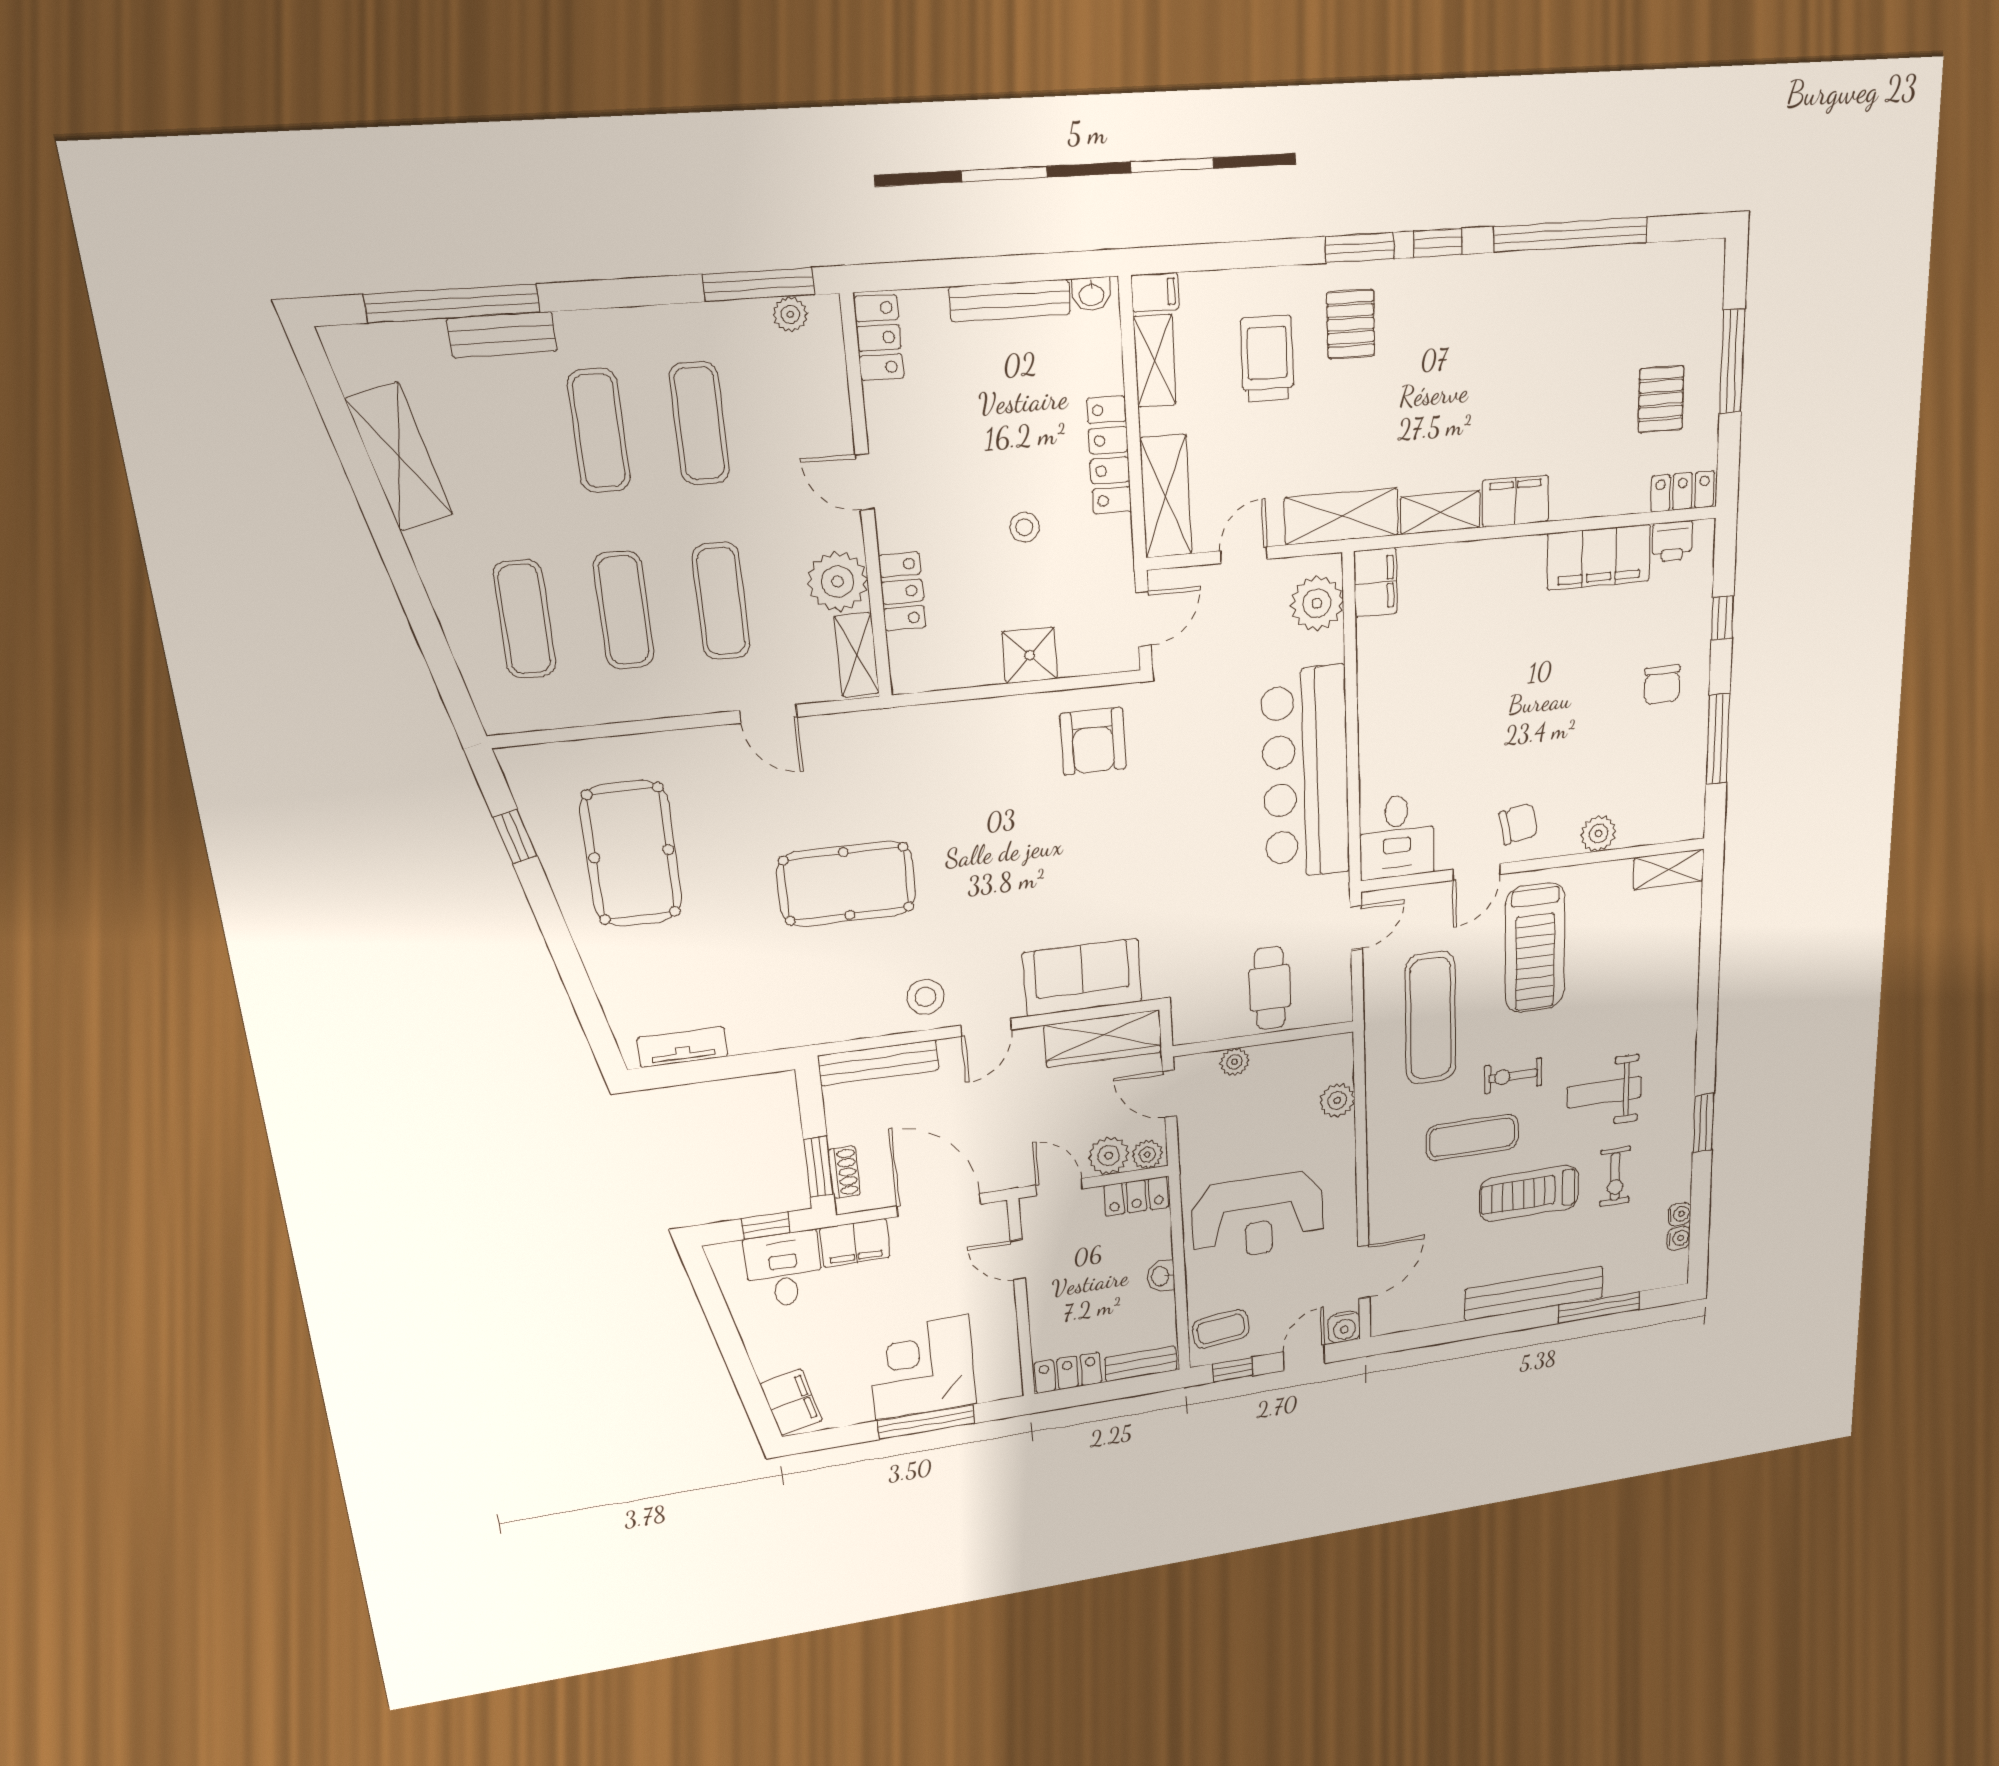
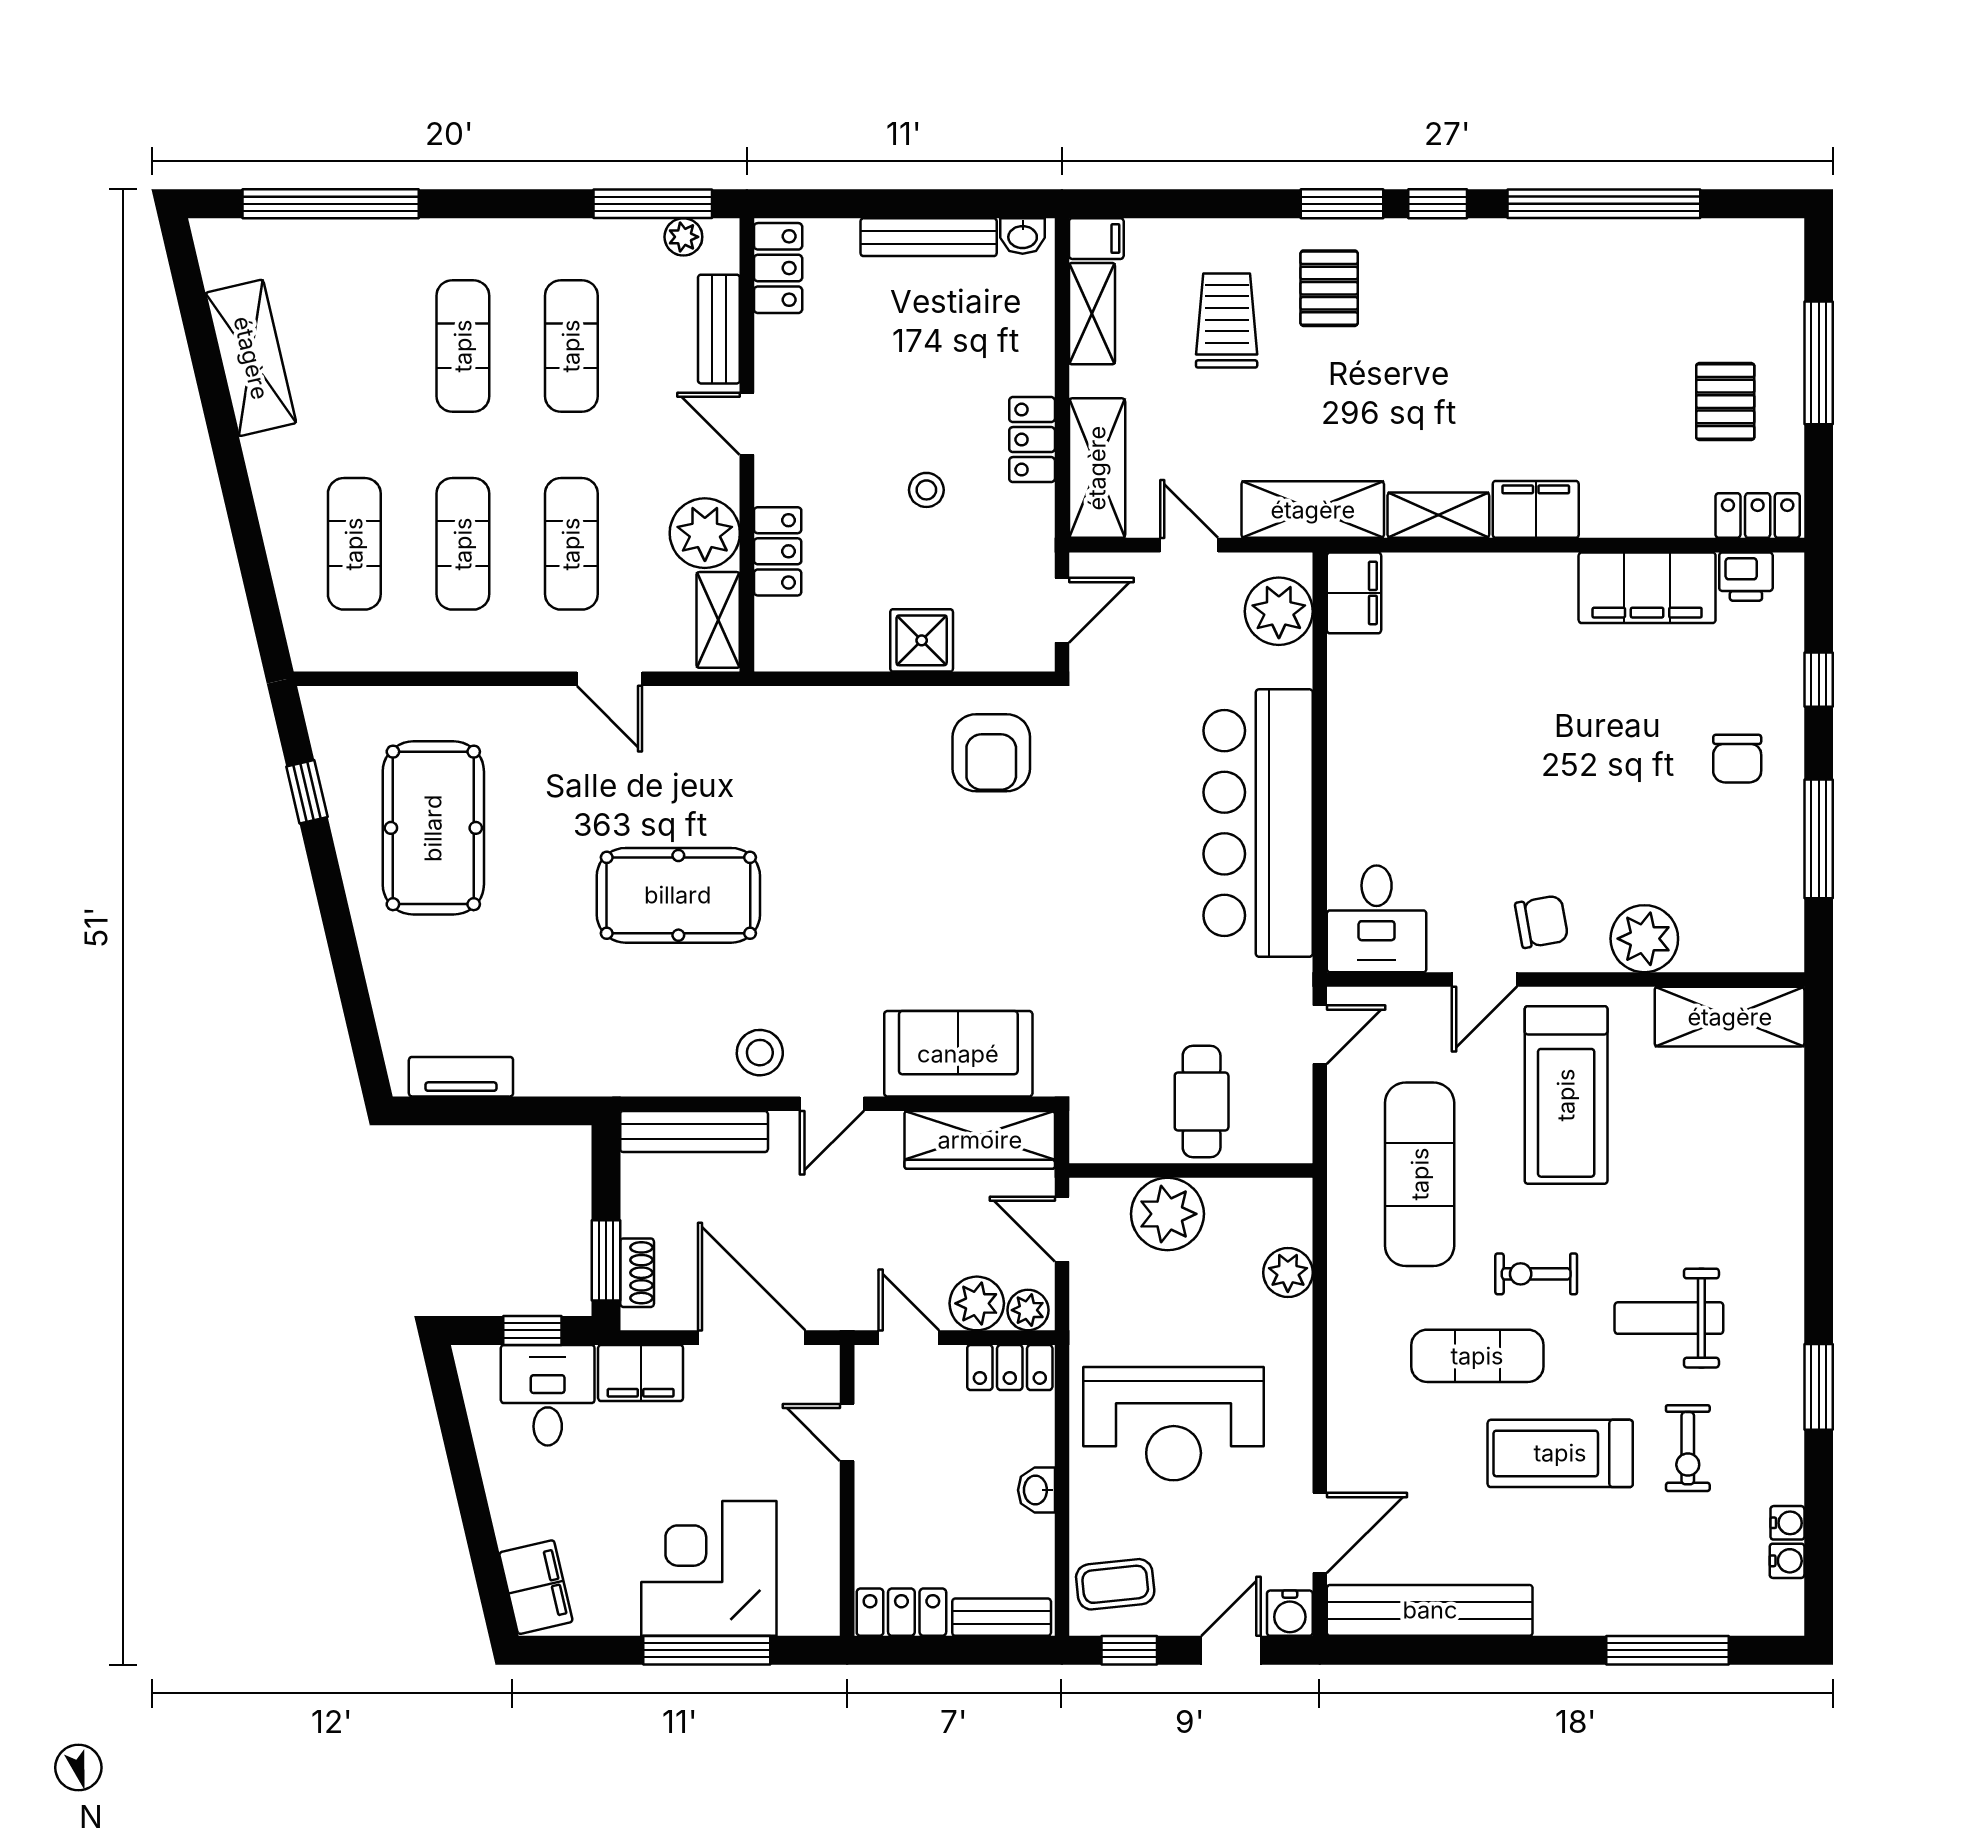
bench: (502, 335) -> (719, 329), moved, turned 90
locker: (1109, 455) -> (1032, 440), width x0.66
door: (1244, 555) -> (1189, 545), hinge flipped
plant: (1598, 833) -> (1644, 939), width x1.36, depth x1.36
shelving: (1669, 869) -> (1730, 1017), width x1.50, depth x1.33
plant: (1235, 1062) -> (1167, 1214), width x1.88, depth x1.88
bench: (1534, 1293) -> (1430, 1610), moved

